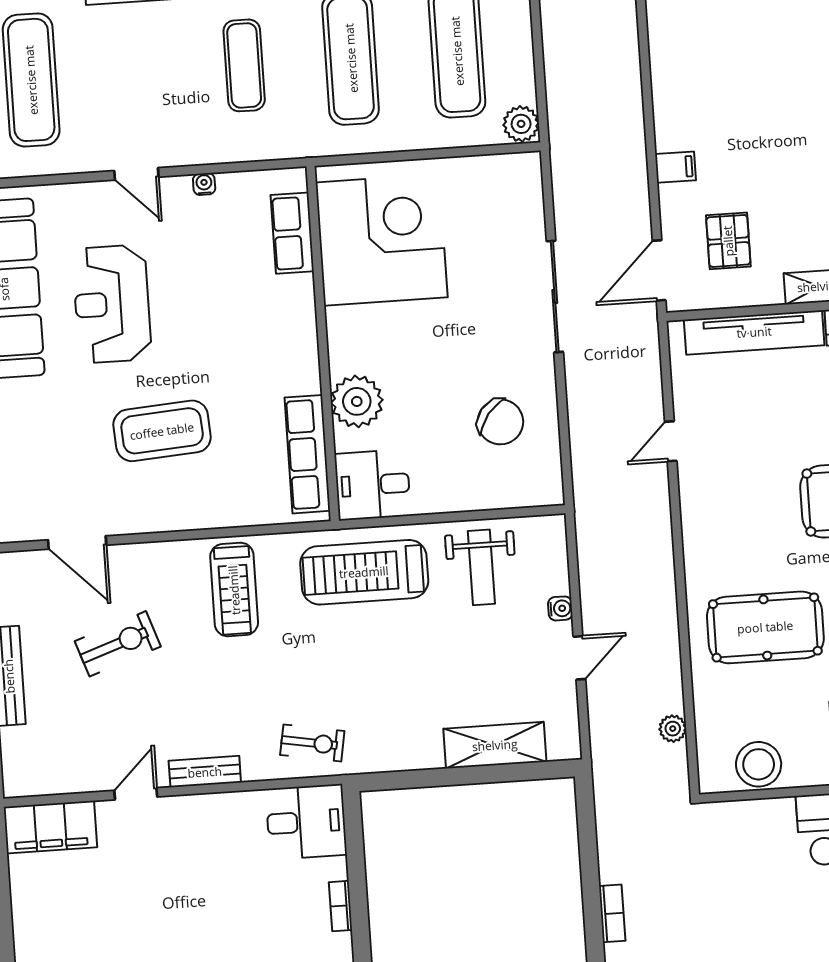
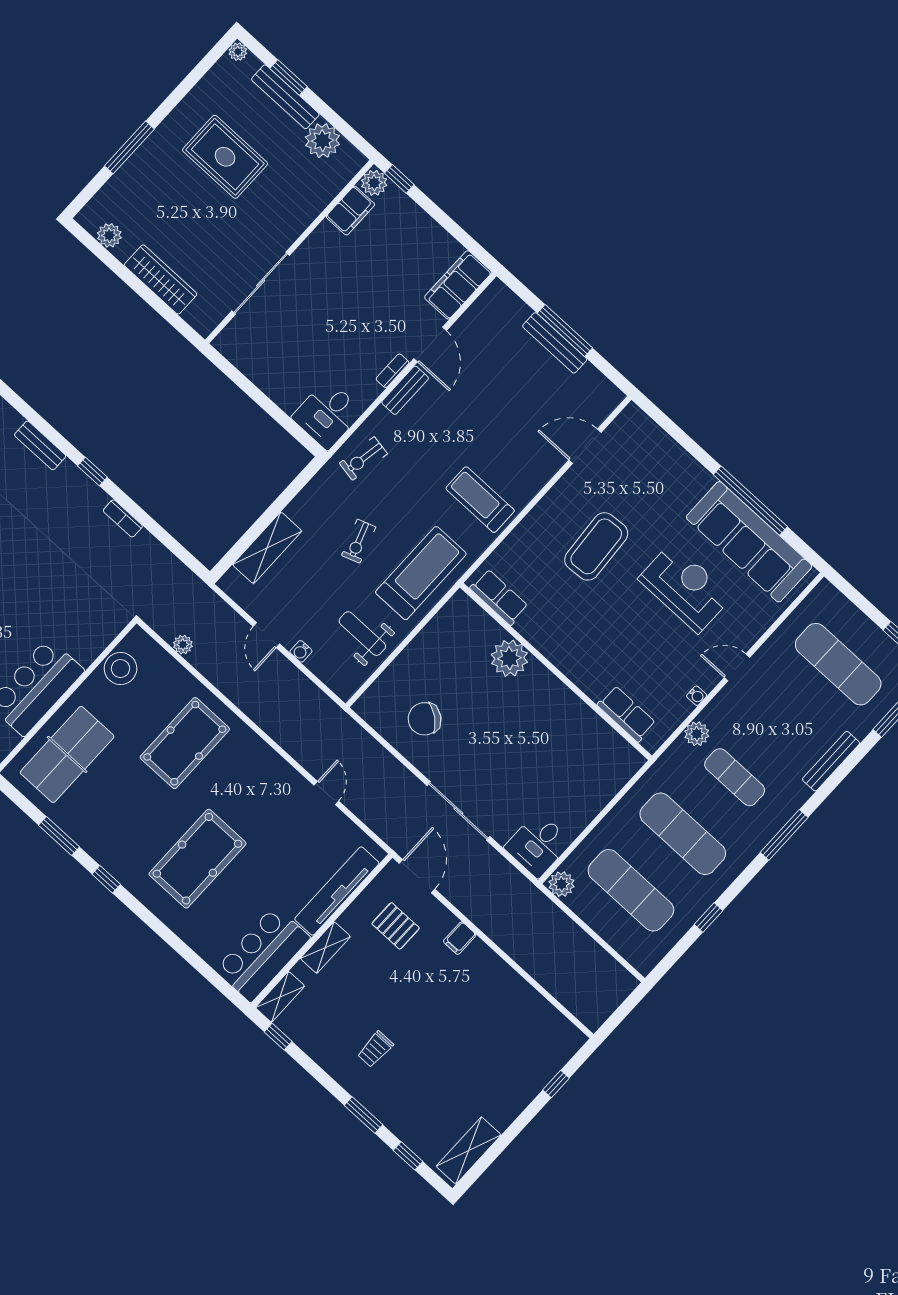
plant: (240, 146) -> (697, 734), added
corner desk: (382, 240) -> (577, 755), removed
row of seats: (307, 454) -> (499, 597), width x0.68
desk: (373, 485) -> (538, 845), moved, turned 180
exercise bike: (118, 644) -> (359, 541), moved, width x0.73, depth x0.72
door: (136, 794) -> (430, 345), width x1.38
bookcase: (341, 906) -> (393, 371), moved, turned -90

